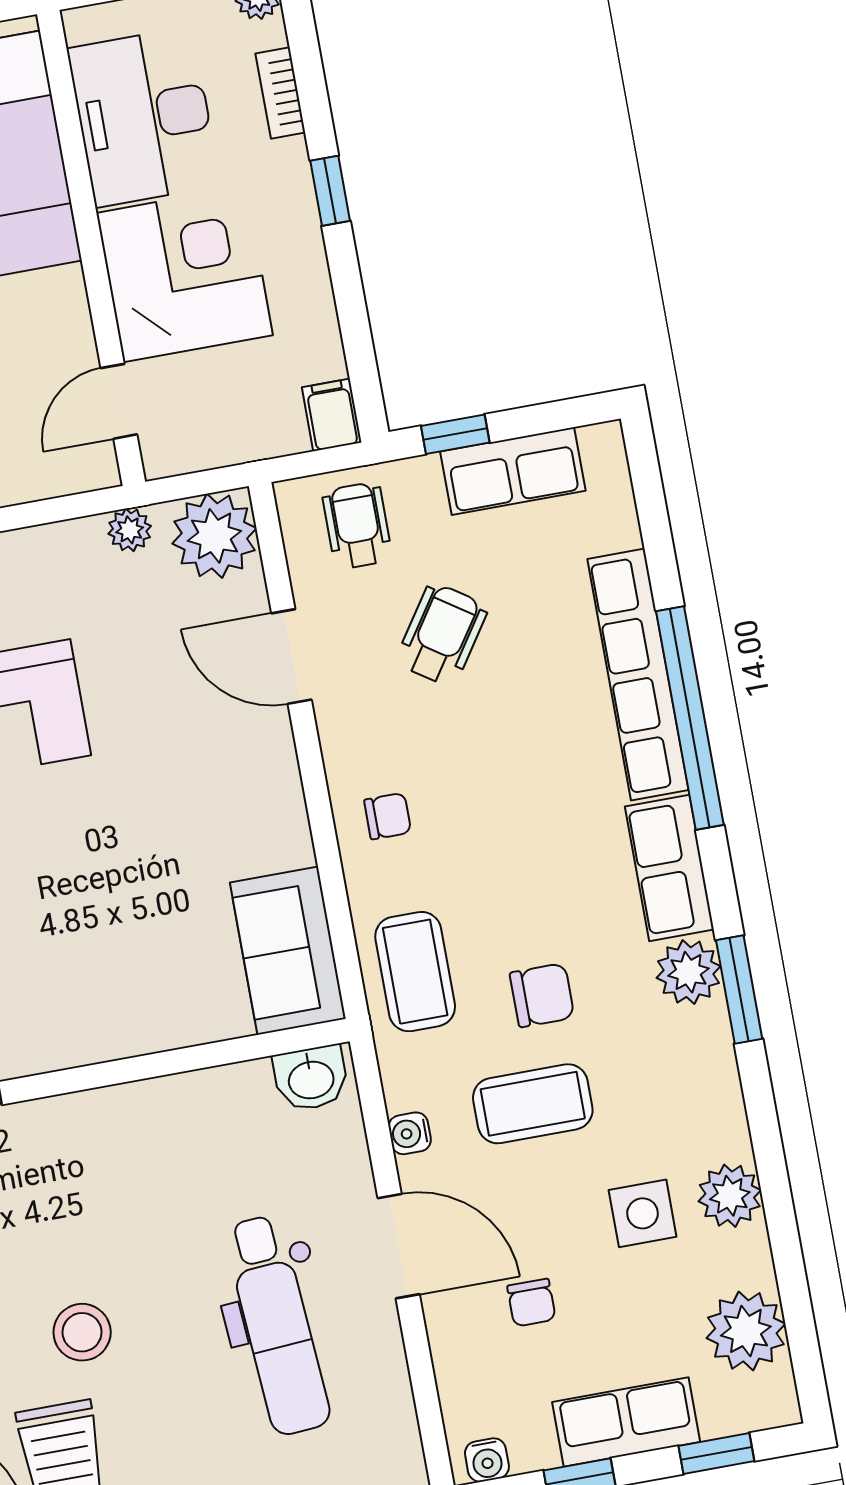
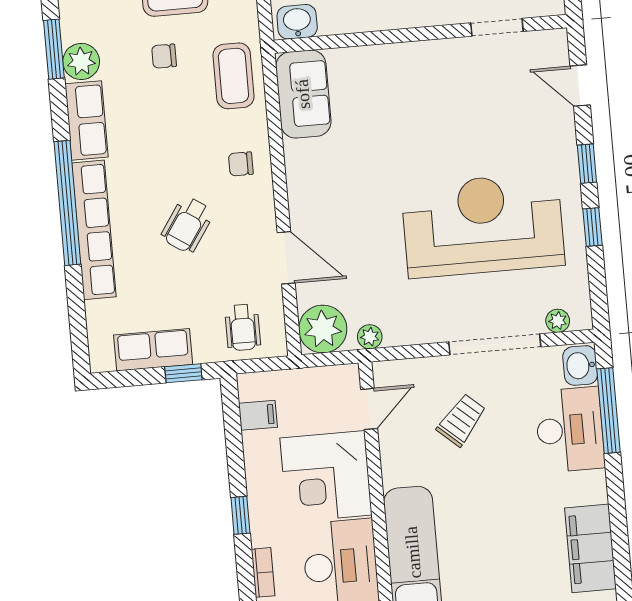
filing cabinet: (332, 415) -> (258, 415), moved, turned -90
wheelchair: (442, 634) -> (187, 225), moved
chair: (542, 995) -> (164, 56), width x0.73, depth x0.73

